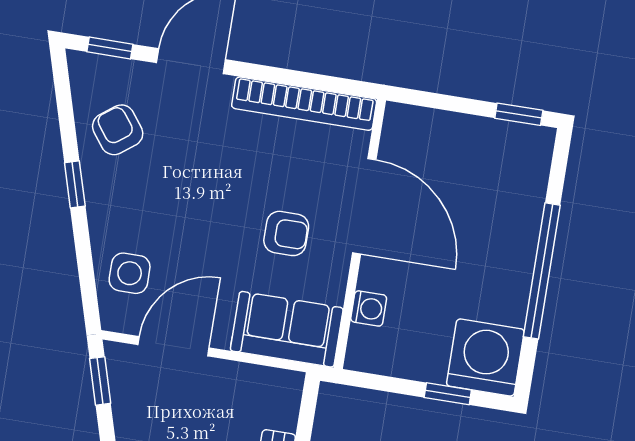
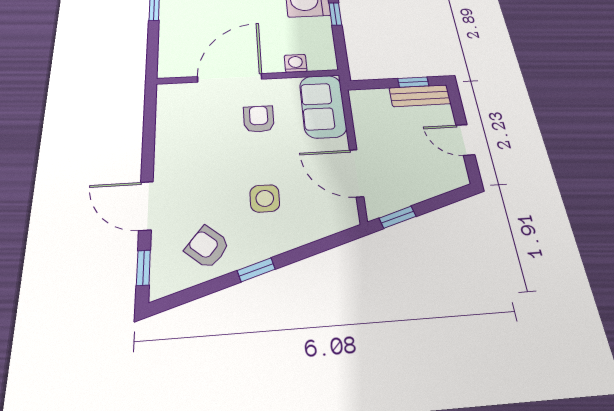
bookcase: (304, 104) -> (166, 126), removed
armchair: (118, 130) -> (207, 247), turned 76
side table: (130, 273) -> (265, 198), moved

